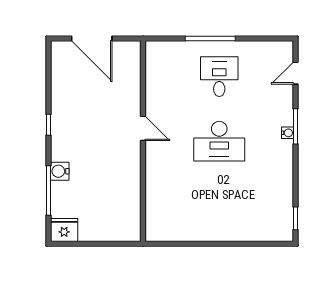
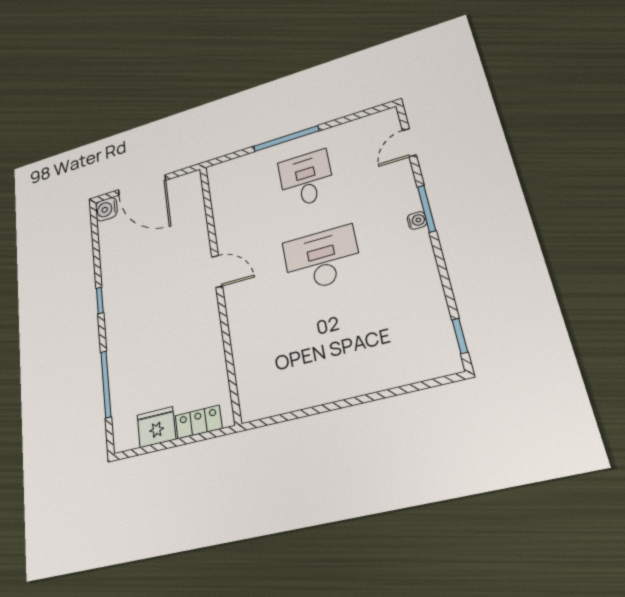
desk: (219, 141) -> (322, 259), turned 180
water cooler: (60, 171) -> (106, 209), moved
fridge: (64, 230) -> (156, 427), moved
locker: (115, 233) -> (199, 422), added

